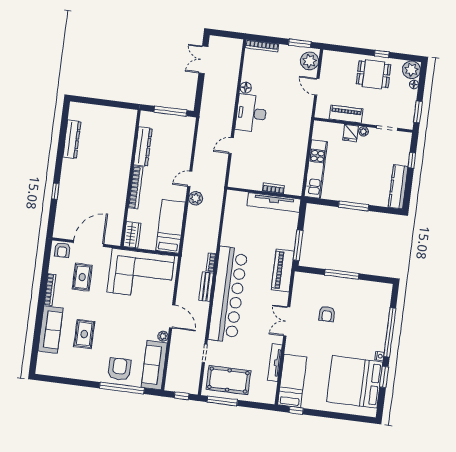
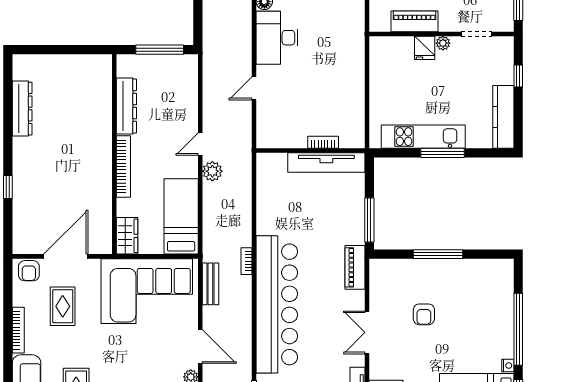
kitchen unit: (316, 169) -> (423, 137), moved, turned -90
piano: (283, 270) -> (355, 267), width x0.73, depth x0.75
bench: (206, 287) -> (210, 284), moved

